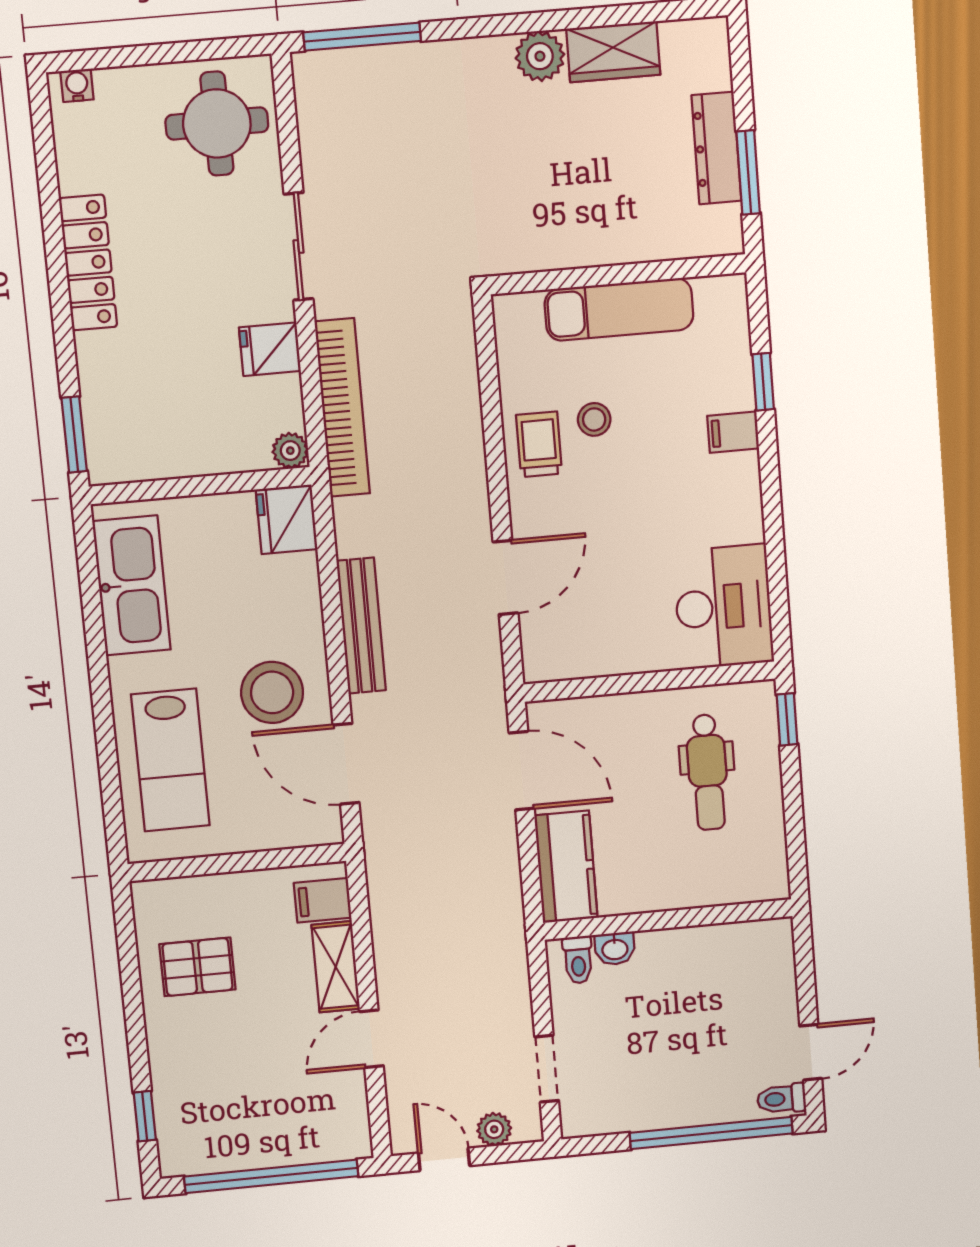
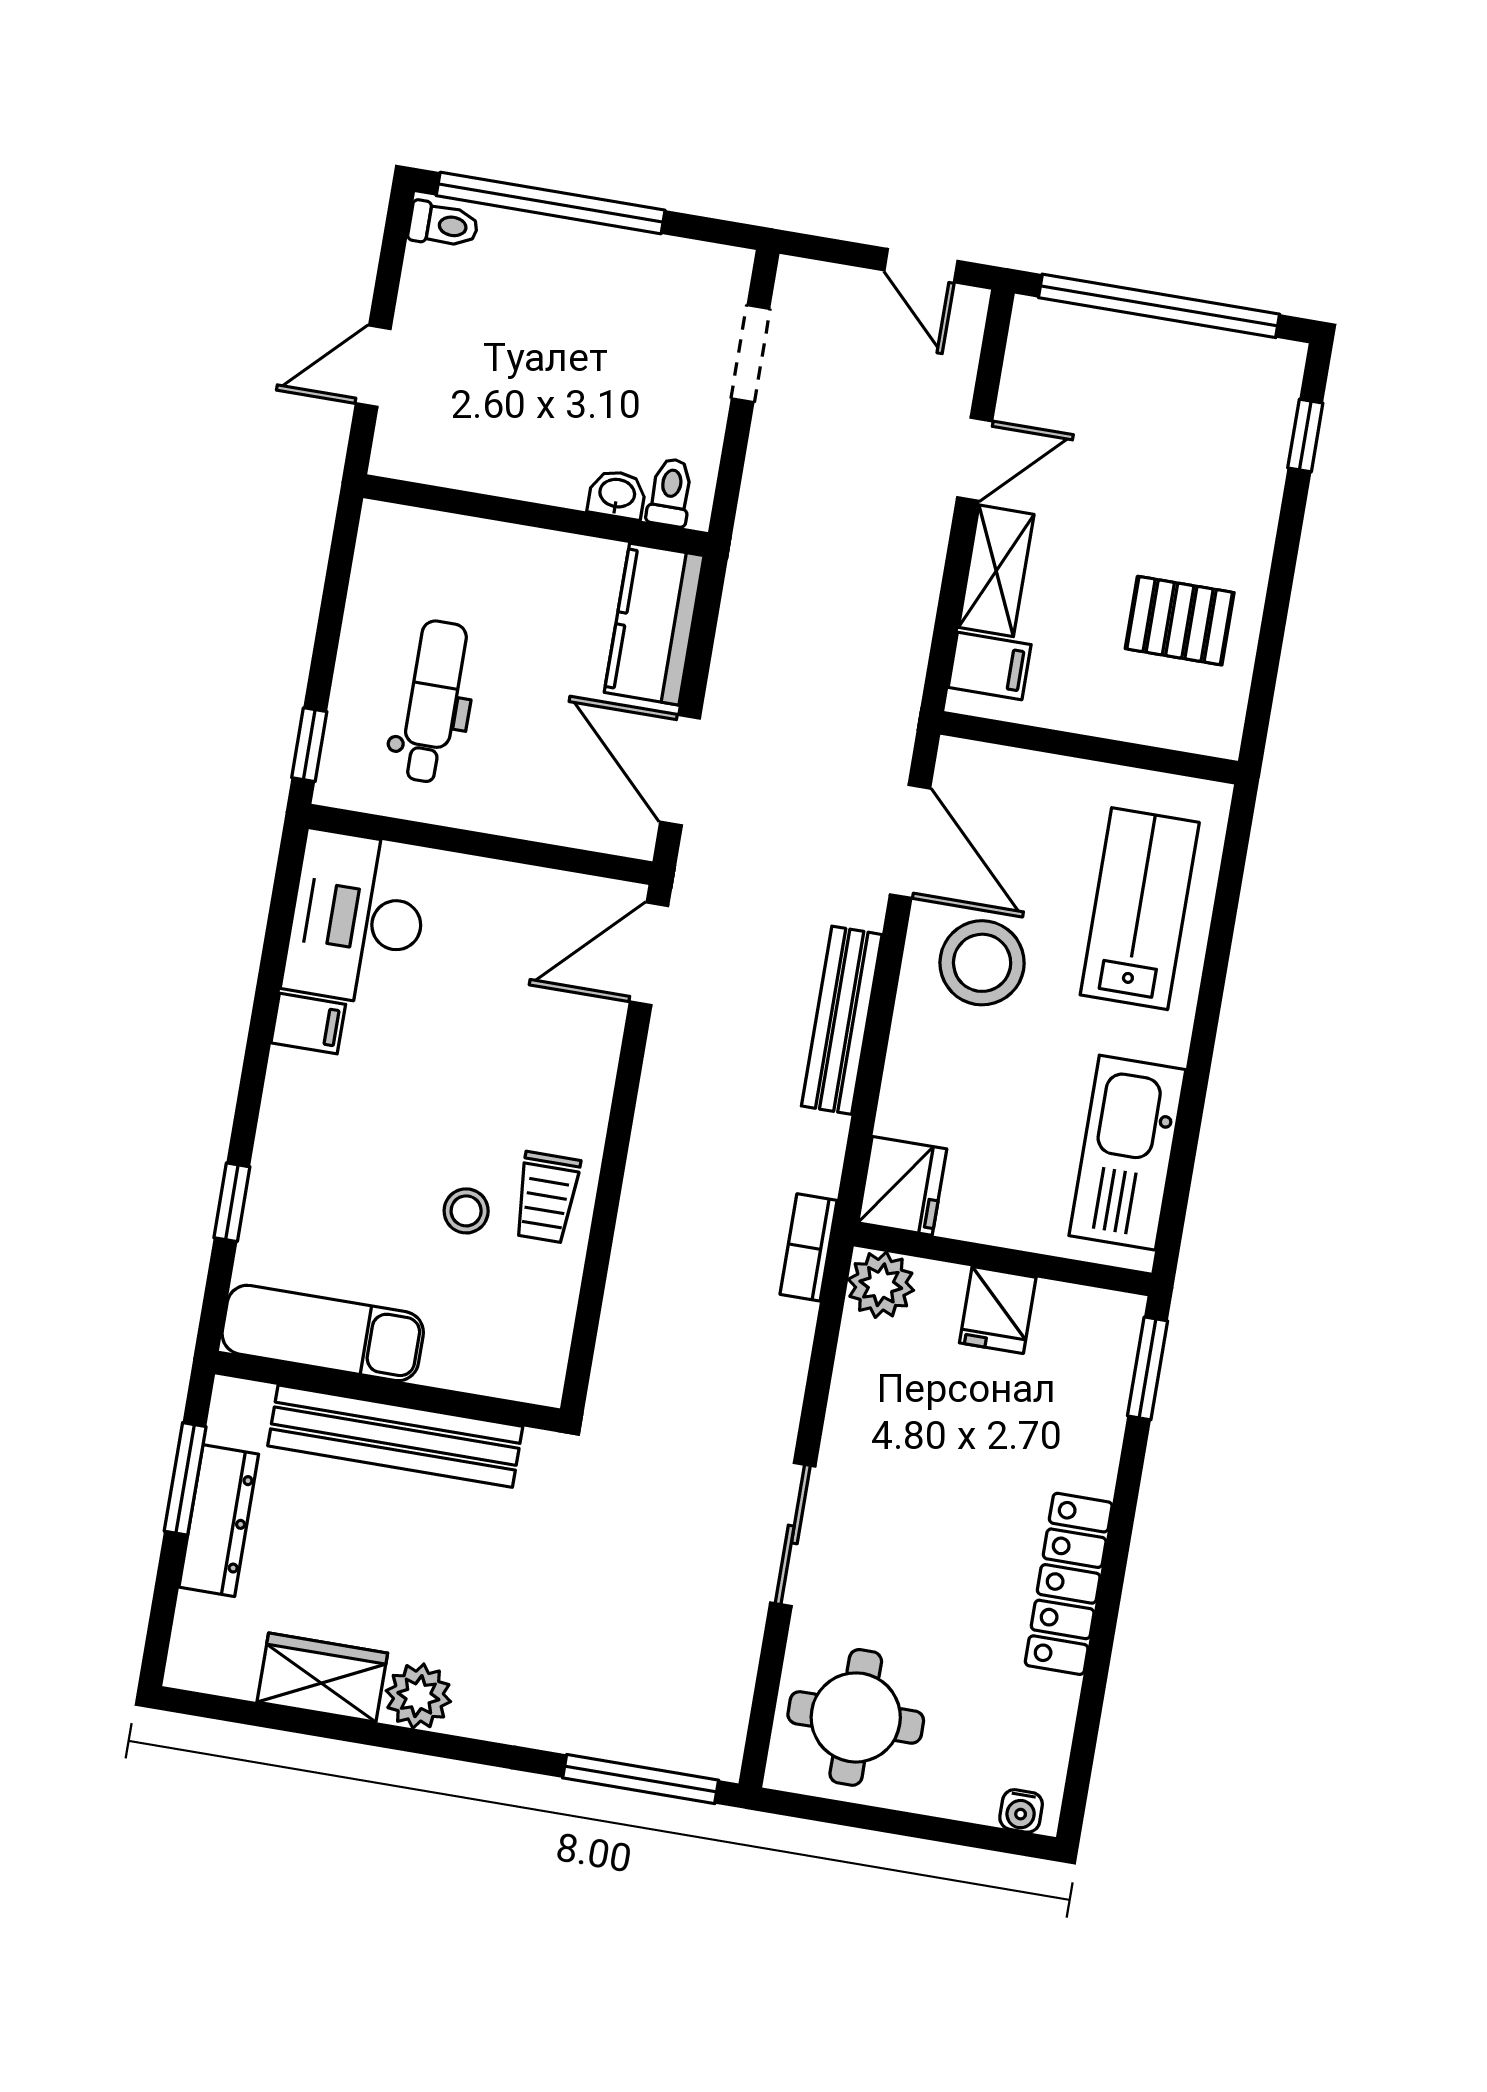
bench: (604, 243) -> (395, 1436), added
exam couch: (619, 309) -> (323, 1333), moved
fridge: (270, 349) -> (998, 1310), moved, turned 90
bookcase: (342, 408) -> (809, 1247), width x0.43, depth x0.76
filing cabinet: (733, 432) -> (308, 1024), moved
plant: (290, 451) -> (881, 1285), width x1.38, depth x1.38
door: (505, 577) -> (649, 954), moved
door: (811, 1052) -> (373, 366), moved
plant: (494, 1129) -> (843, 289), removed

